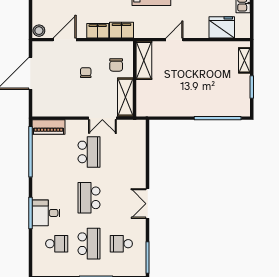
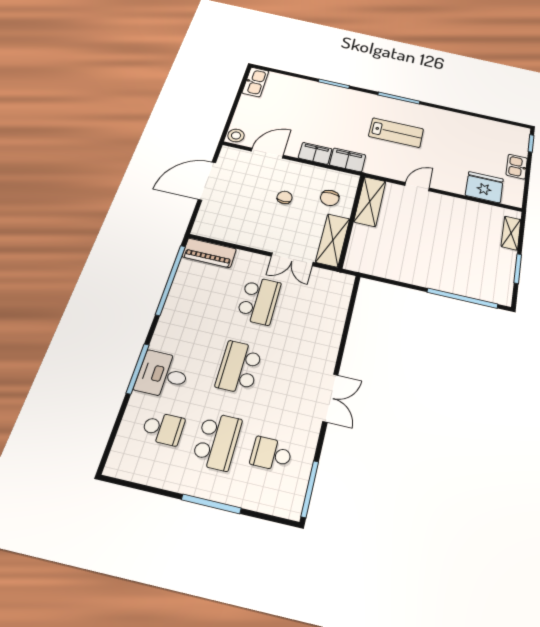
double door: (148, 204) -> (330, 398), swing flipped

